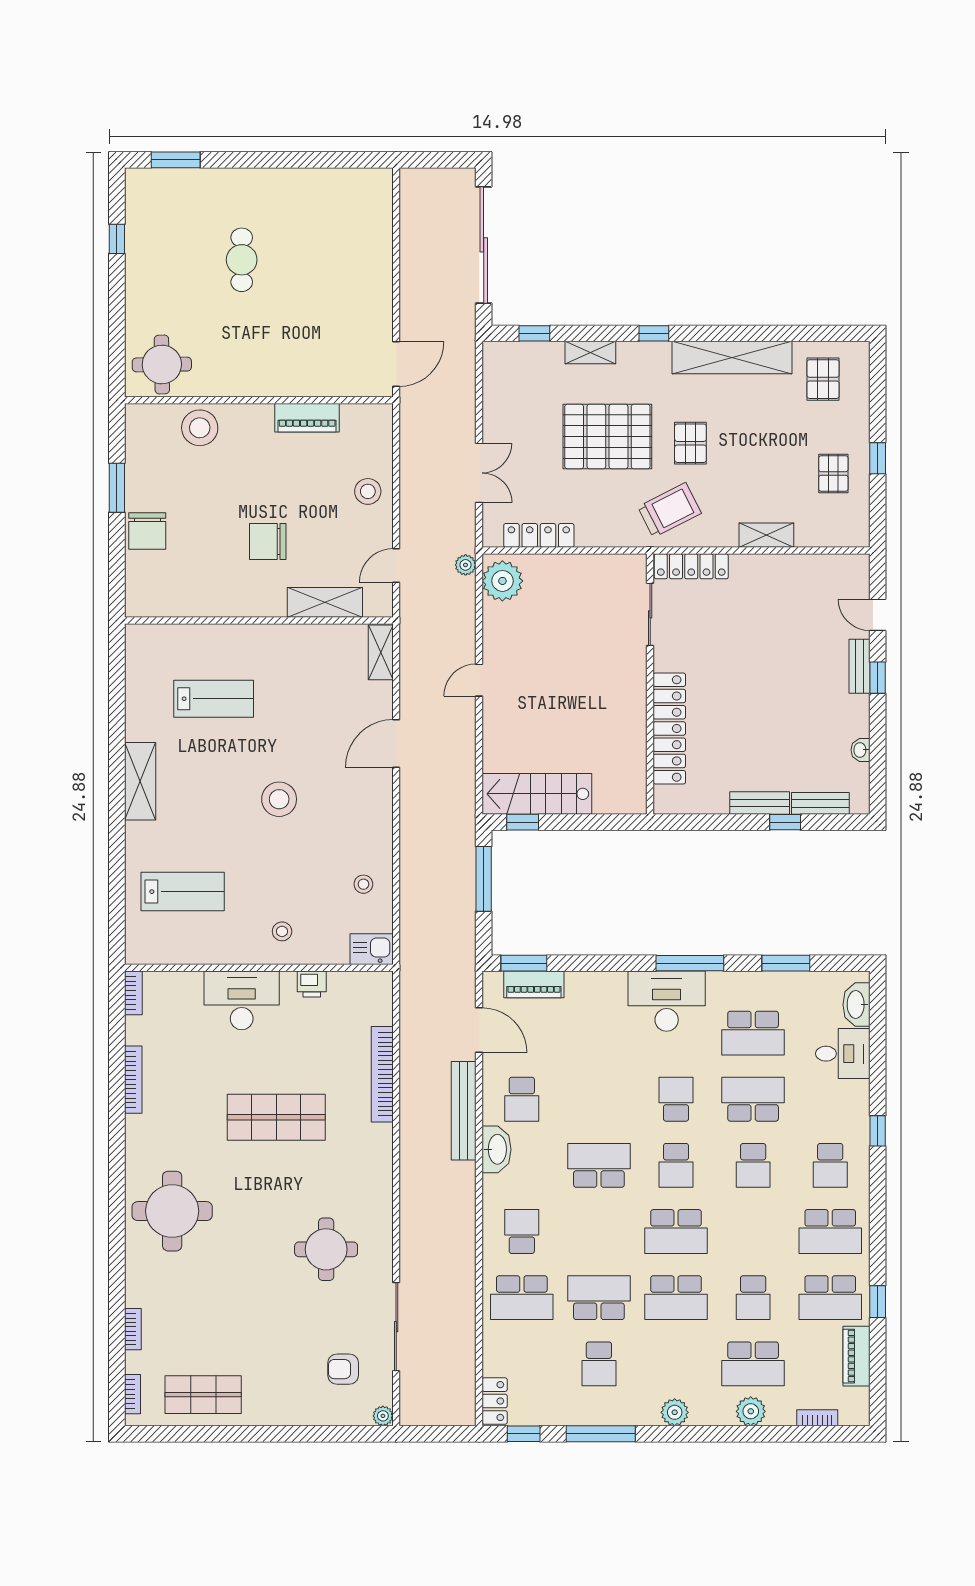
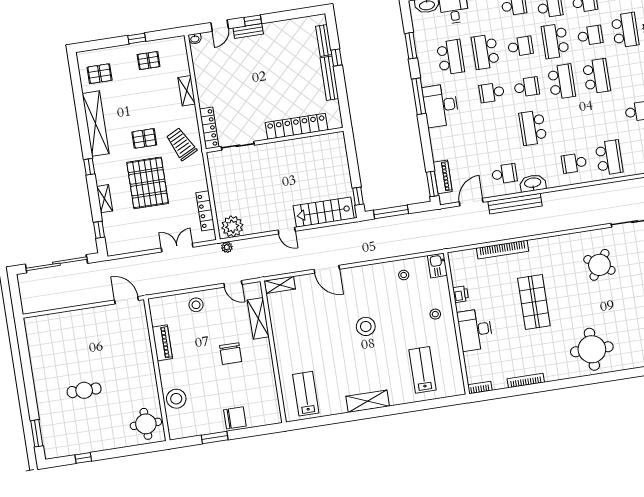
lab bench: (214, 699) -> (306, 394), moved
washbasin: (860, 750) -> (195, 39), moved
stairs: (537, 794) -> (324, 212), moved, turned 90
bench: (760, 803) -> (329, 78), width x1.36
round table: (326, 1249) -> (599, 265), turned 34
school desk: (599, 1298) -> (555, 41), moved

